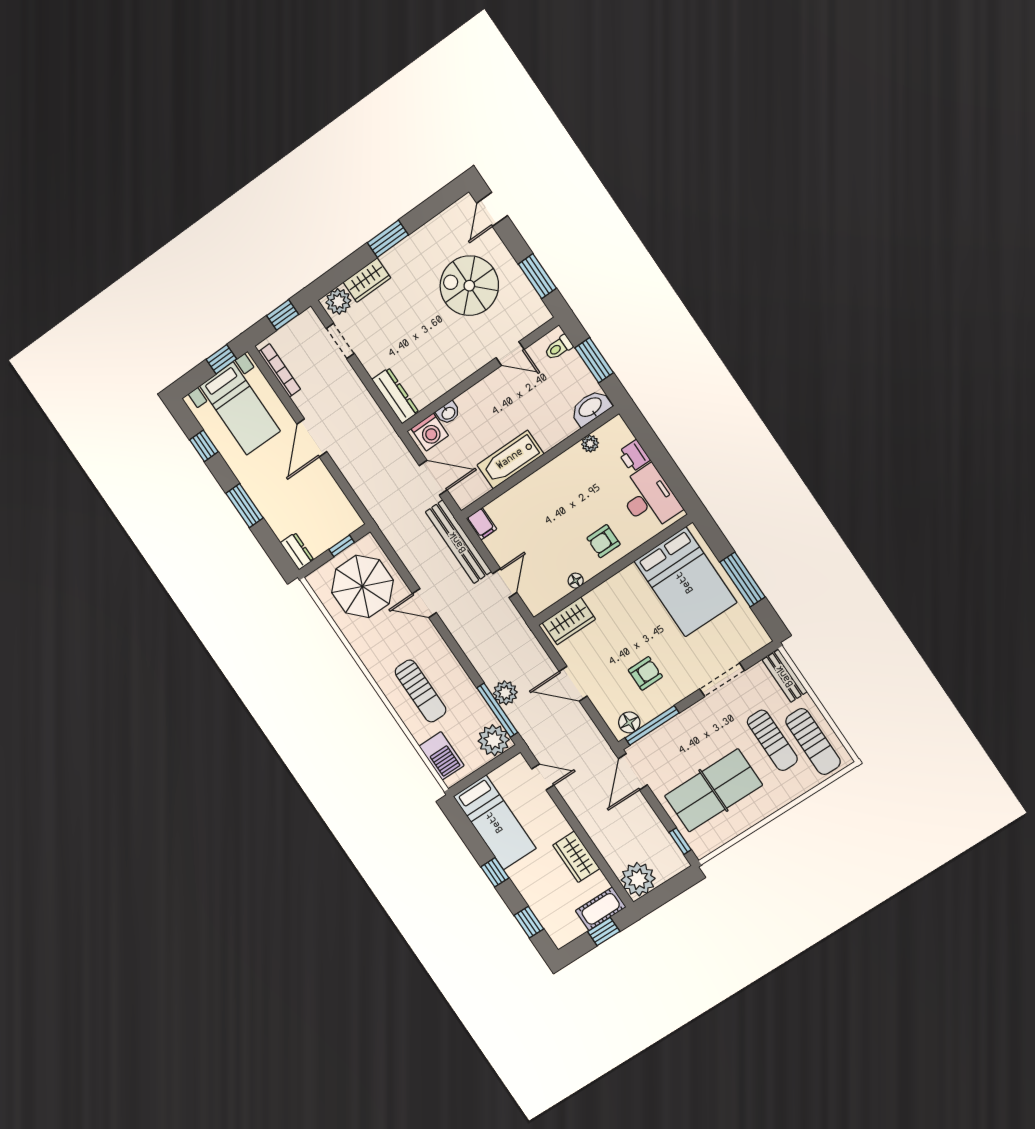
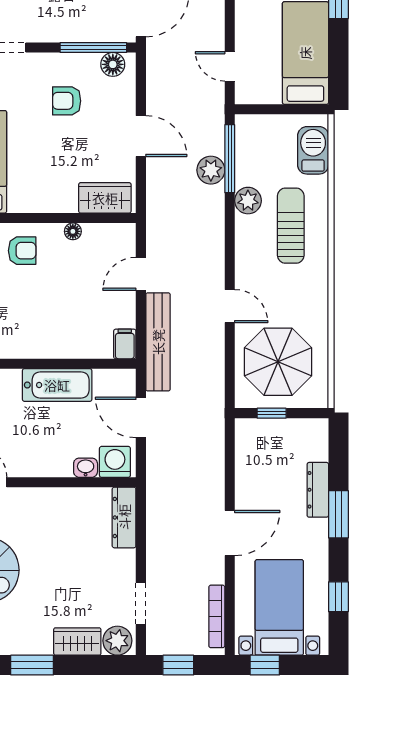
dresser: (297, 551) -> (318, 490), moved, width x1.44
plant: (494, 740) -> (248, 201), moved, width x0.73, depth x0.73

